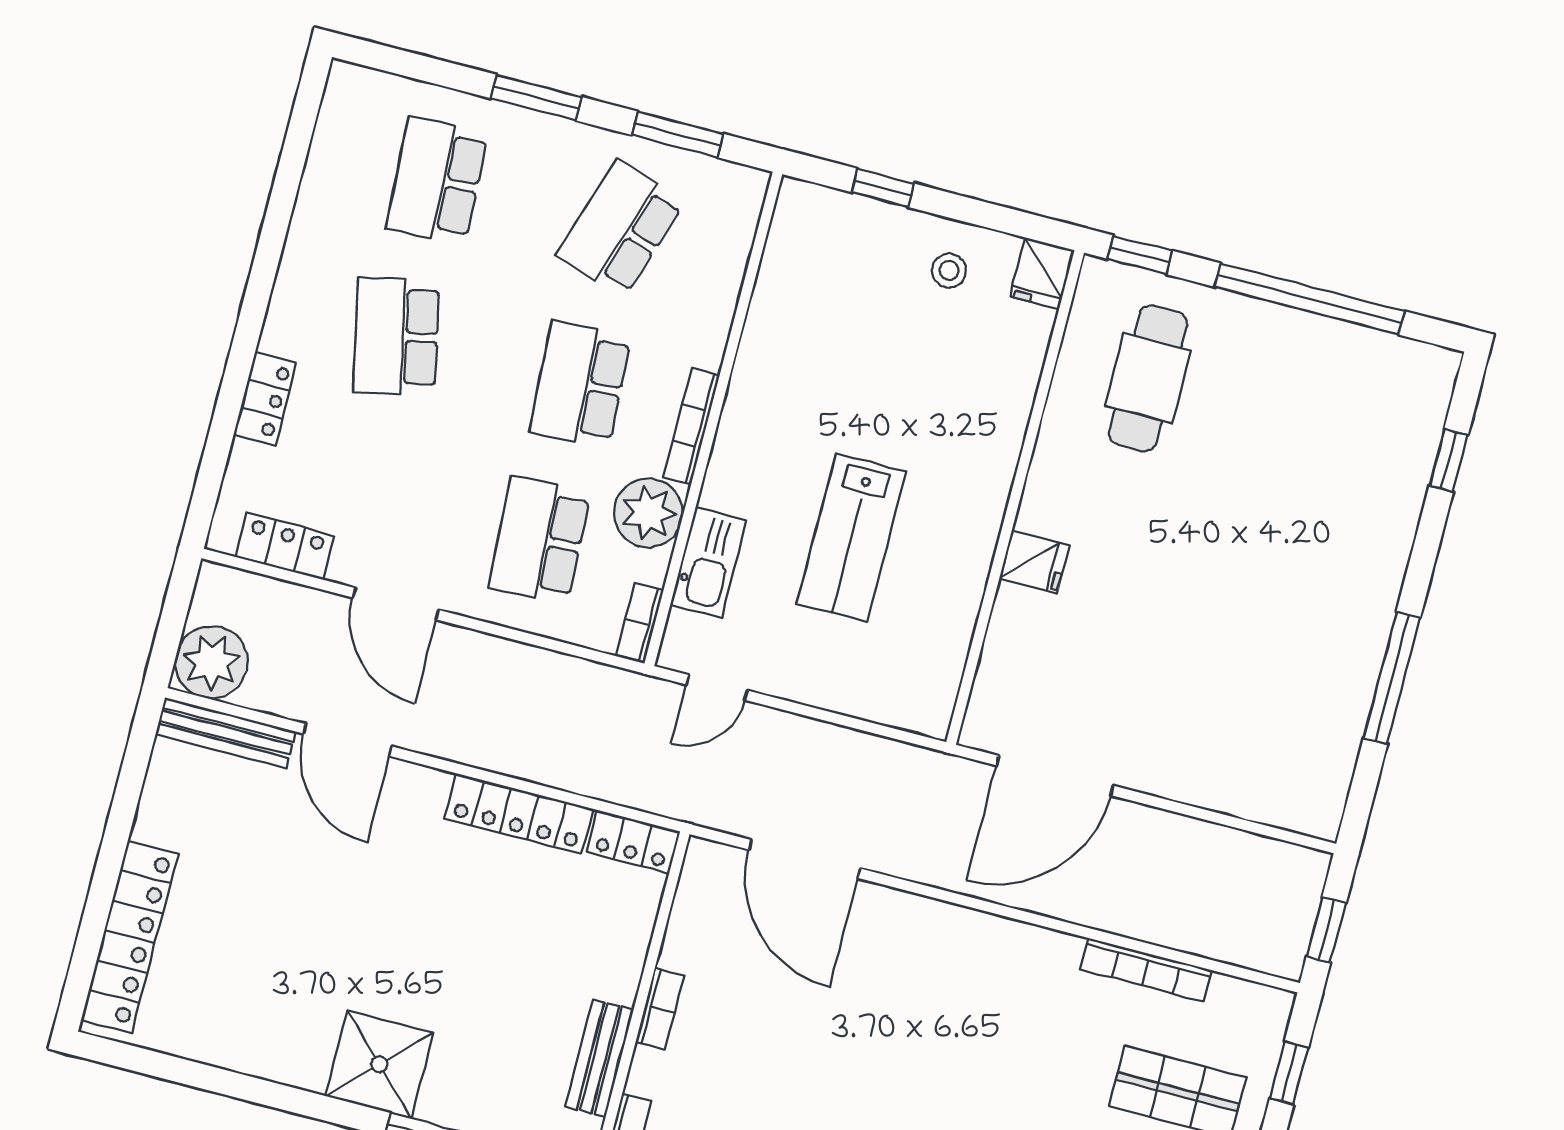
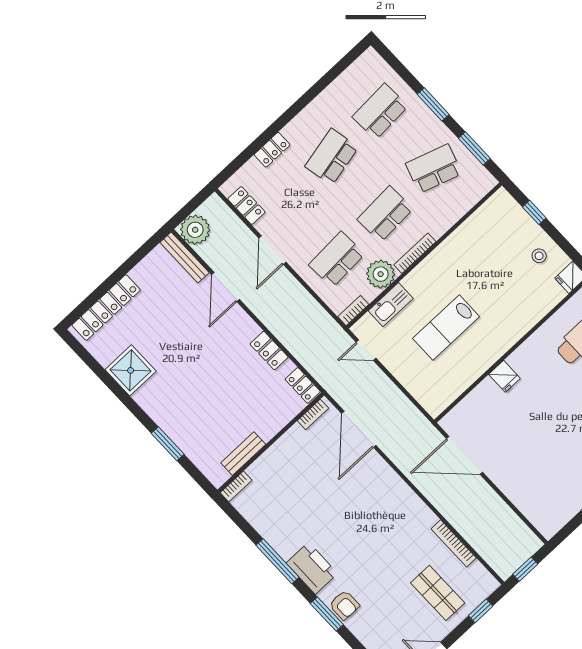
locker: (519, 814) -> (269, 350), width x0.66
bookcase: (660, 1009) -> (313, 414), moved
shower: (379, 1064) -> (131, 370), moved

